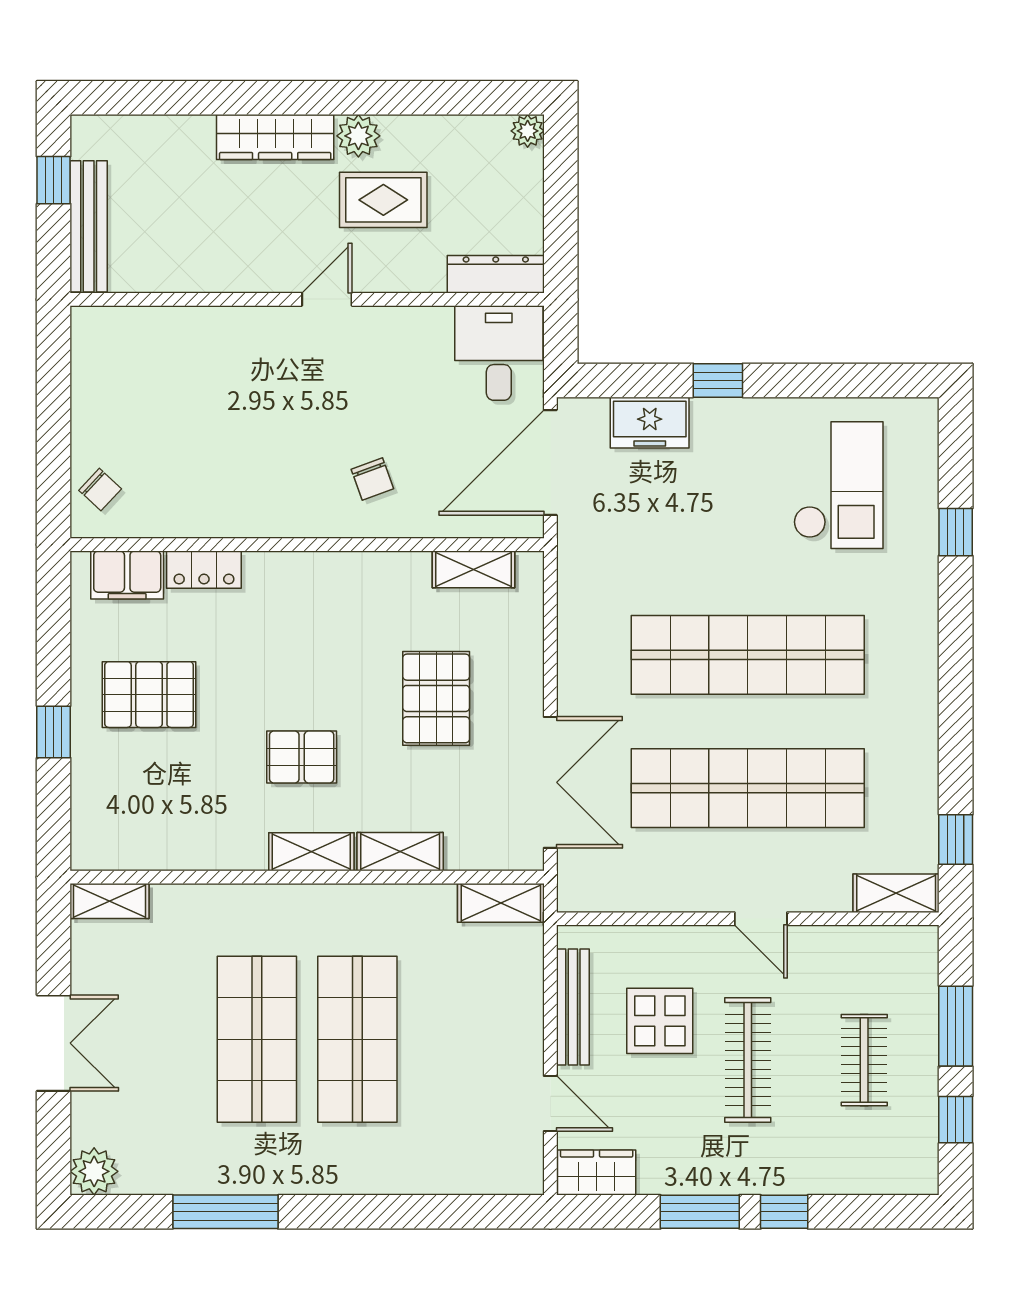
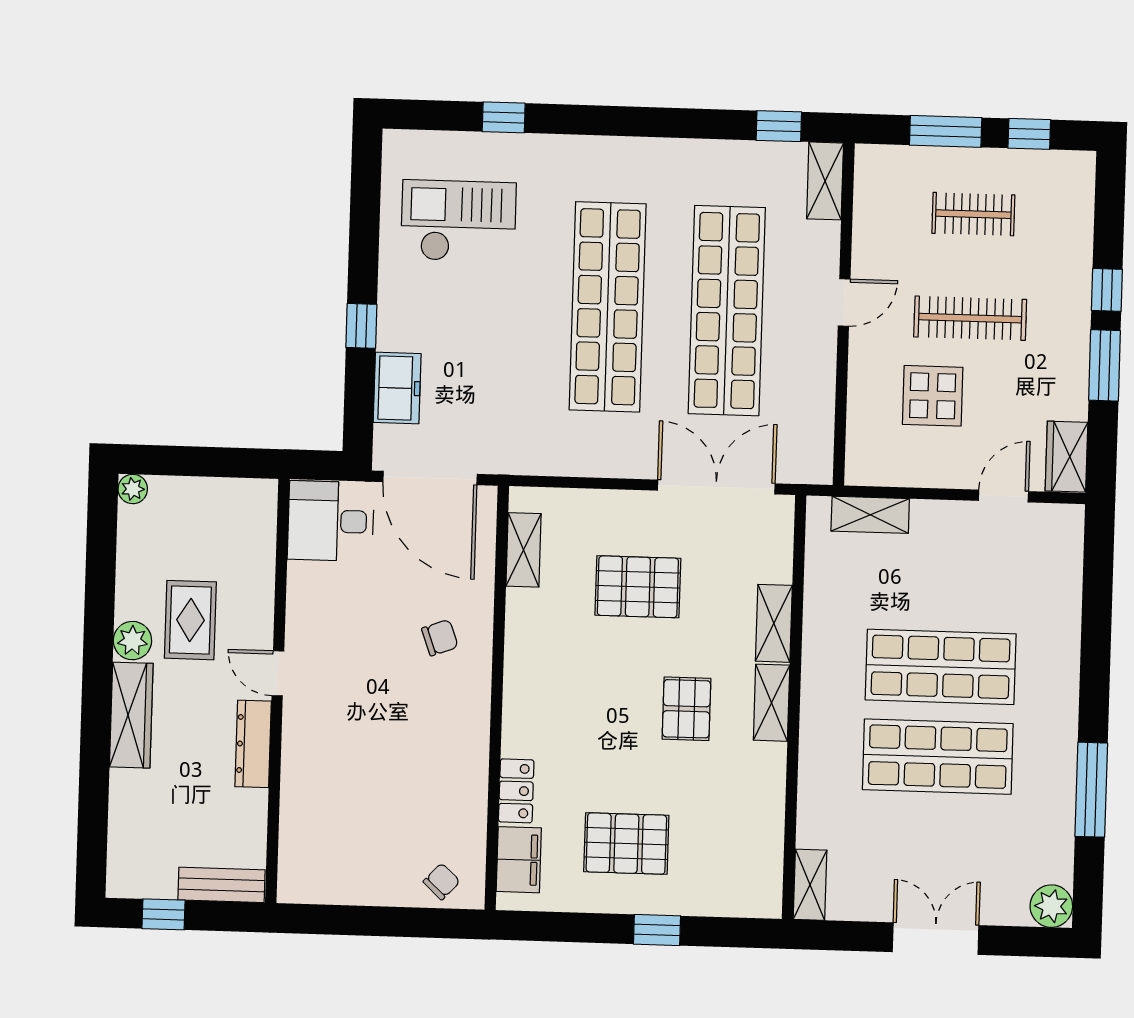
bench: (89, 226) -> (222, 885), width x0.73
dresser: (496, 274) -> (253, 744), moved
pallet: (149, 695) -> (626, 844), turned 90
shelving: (501, 903) -> (870, 515), moved, turned 90
bench: (573, 1007) -> (918, 473), removed

